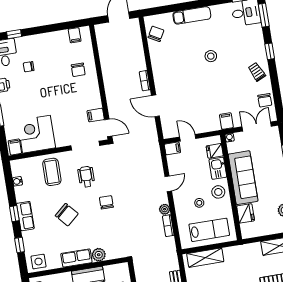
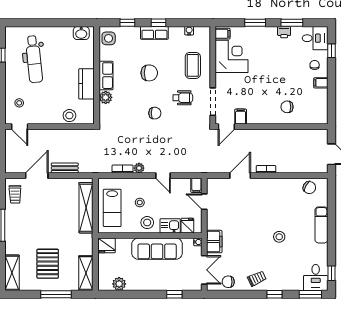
filing cabinet: (75, 35) -> (321, 83), moved
chair: (29, 67) -> (315, 65), moved
filing cabinet: (226, 121) -> (214, 242), width x2.00
door: (188, 138) -> (204, 202), swing flipped
coffee table: (52, 172) -> (193, 65), turned 90
fridge: (246, 213) -> (106, 245), moved
chair: (67, 215) -> (149, 73), turned -139
shelving: (205, 258) -> (86, 208), width x1.47

